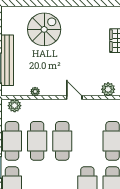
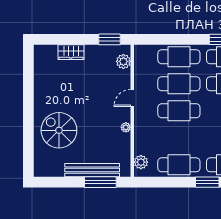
plant: (35, 92) -> (126, 127), moved
cafe table: (37, 141) -> (179, 84), moved

